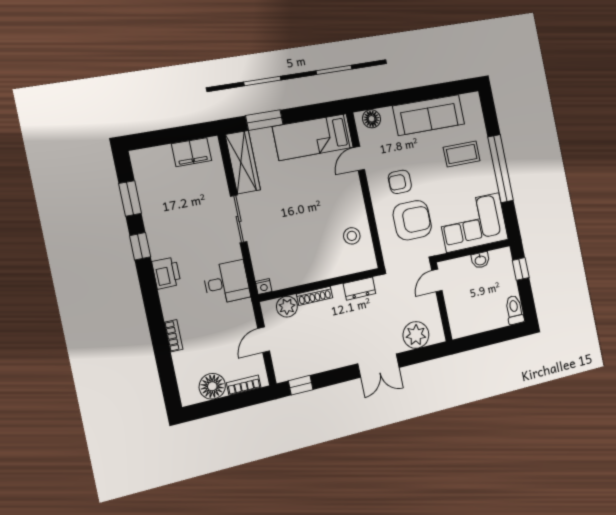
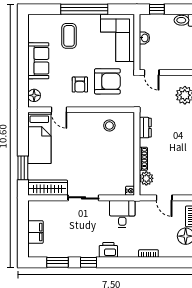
sofa: (429, 115) -> (38, 61), width x0.73
filing cabinet: (192, 152) -> (35, 232), moved
armchair: (412, 220) -> (107, 81), turned 90

